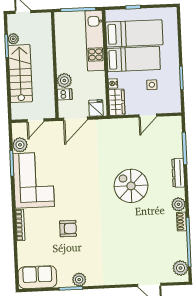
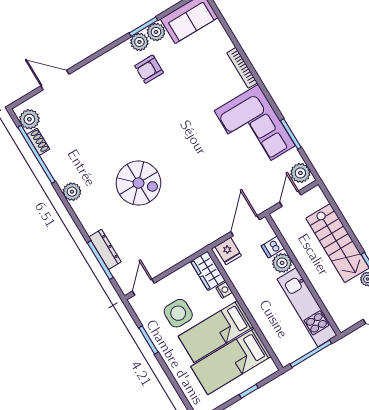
kitchen unit: (95, 41) -> (307, 307), moved, turned 180
side table: (152, 85) -> (178, 313), width x1.87, depth x1.87
door: (148, 116) -> (143, 287), moved
plant: (20, 145) -> (300, 173), moved
dresser: (178, 173) -> (105, 249), moved
shoe rack: (182, 222) -> (38, 142), moved
armchair: (68, 229) -> (149, 69), moved
plant: (64, 280) -> (156, 32), added

